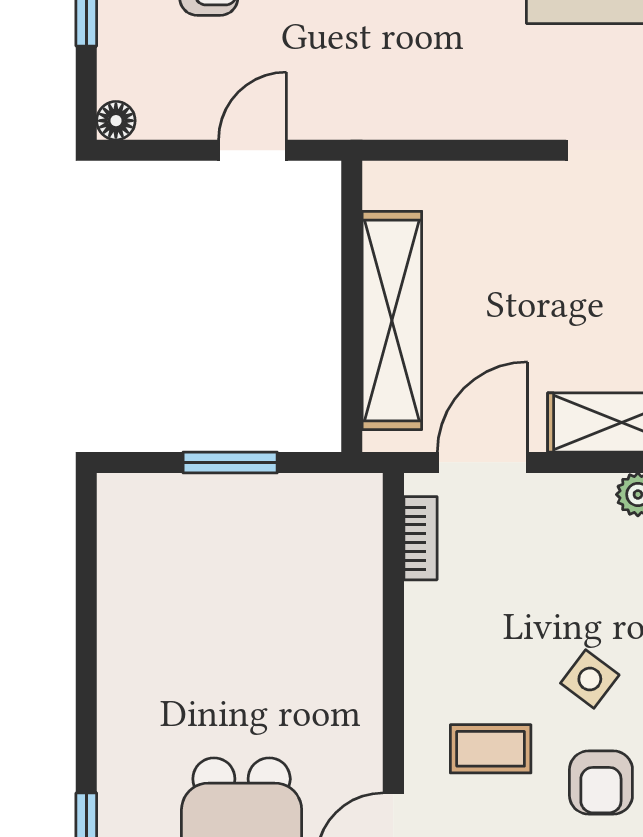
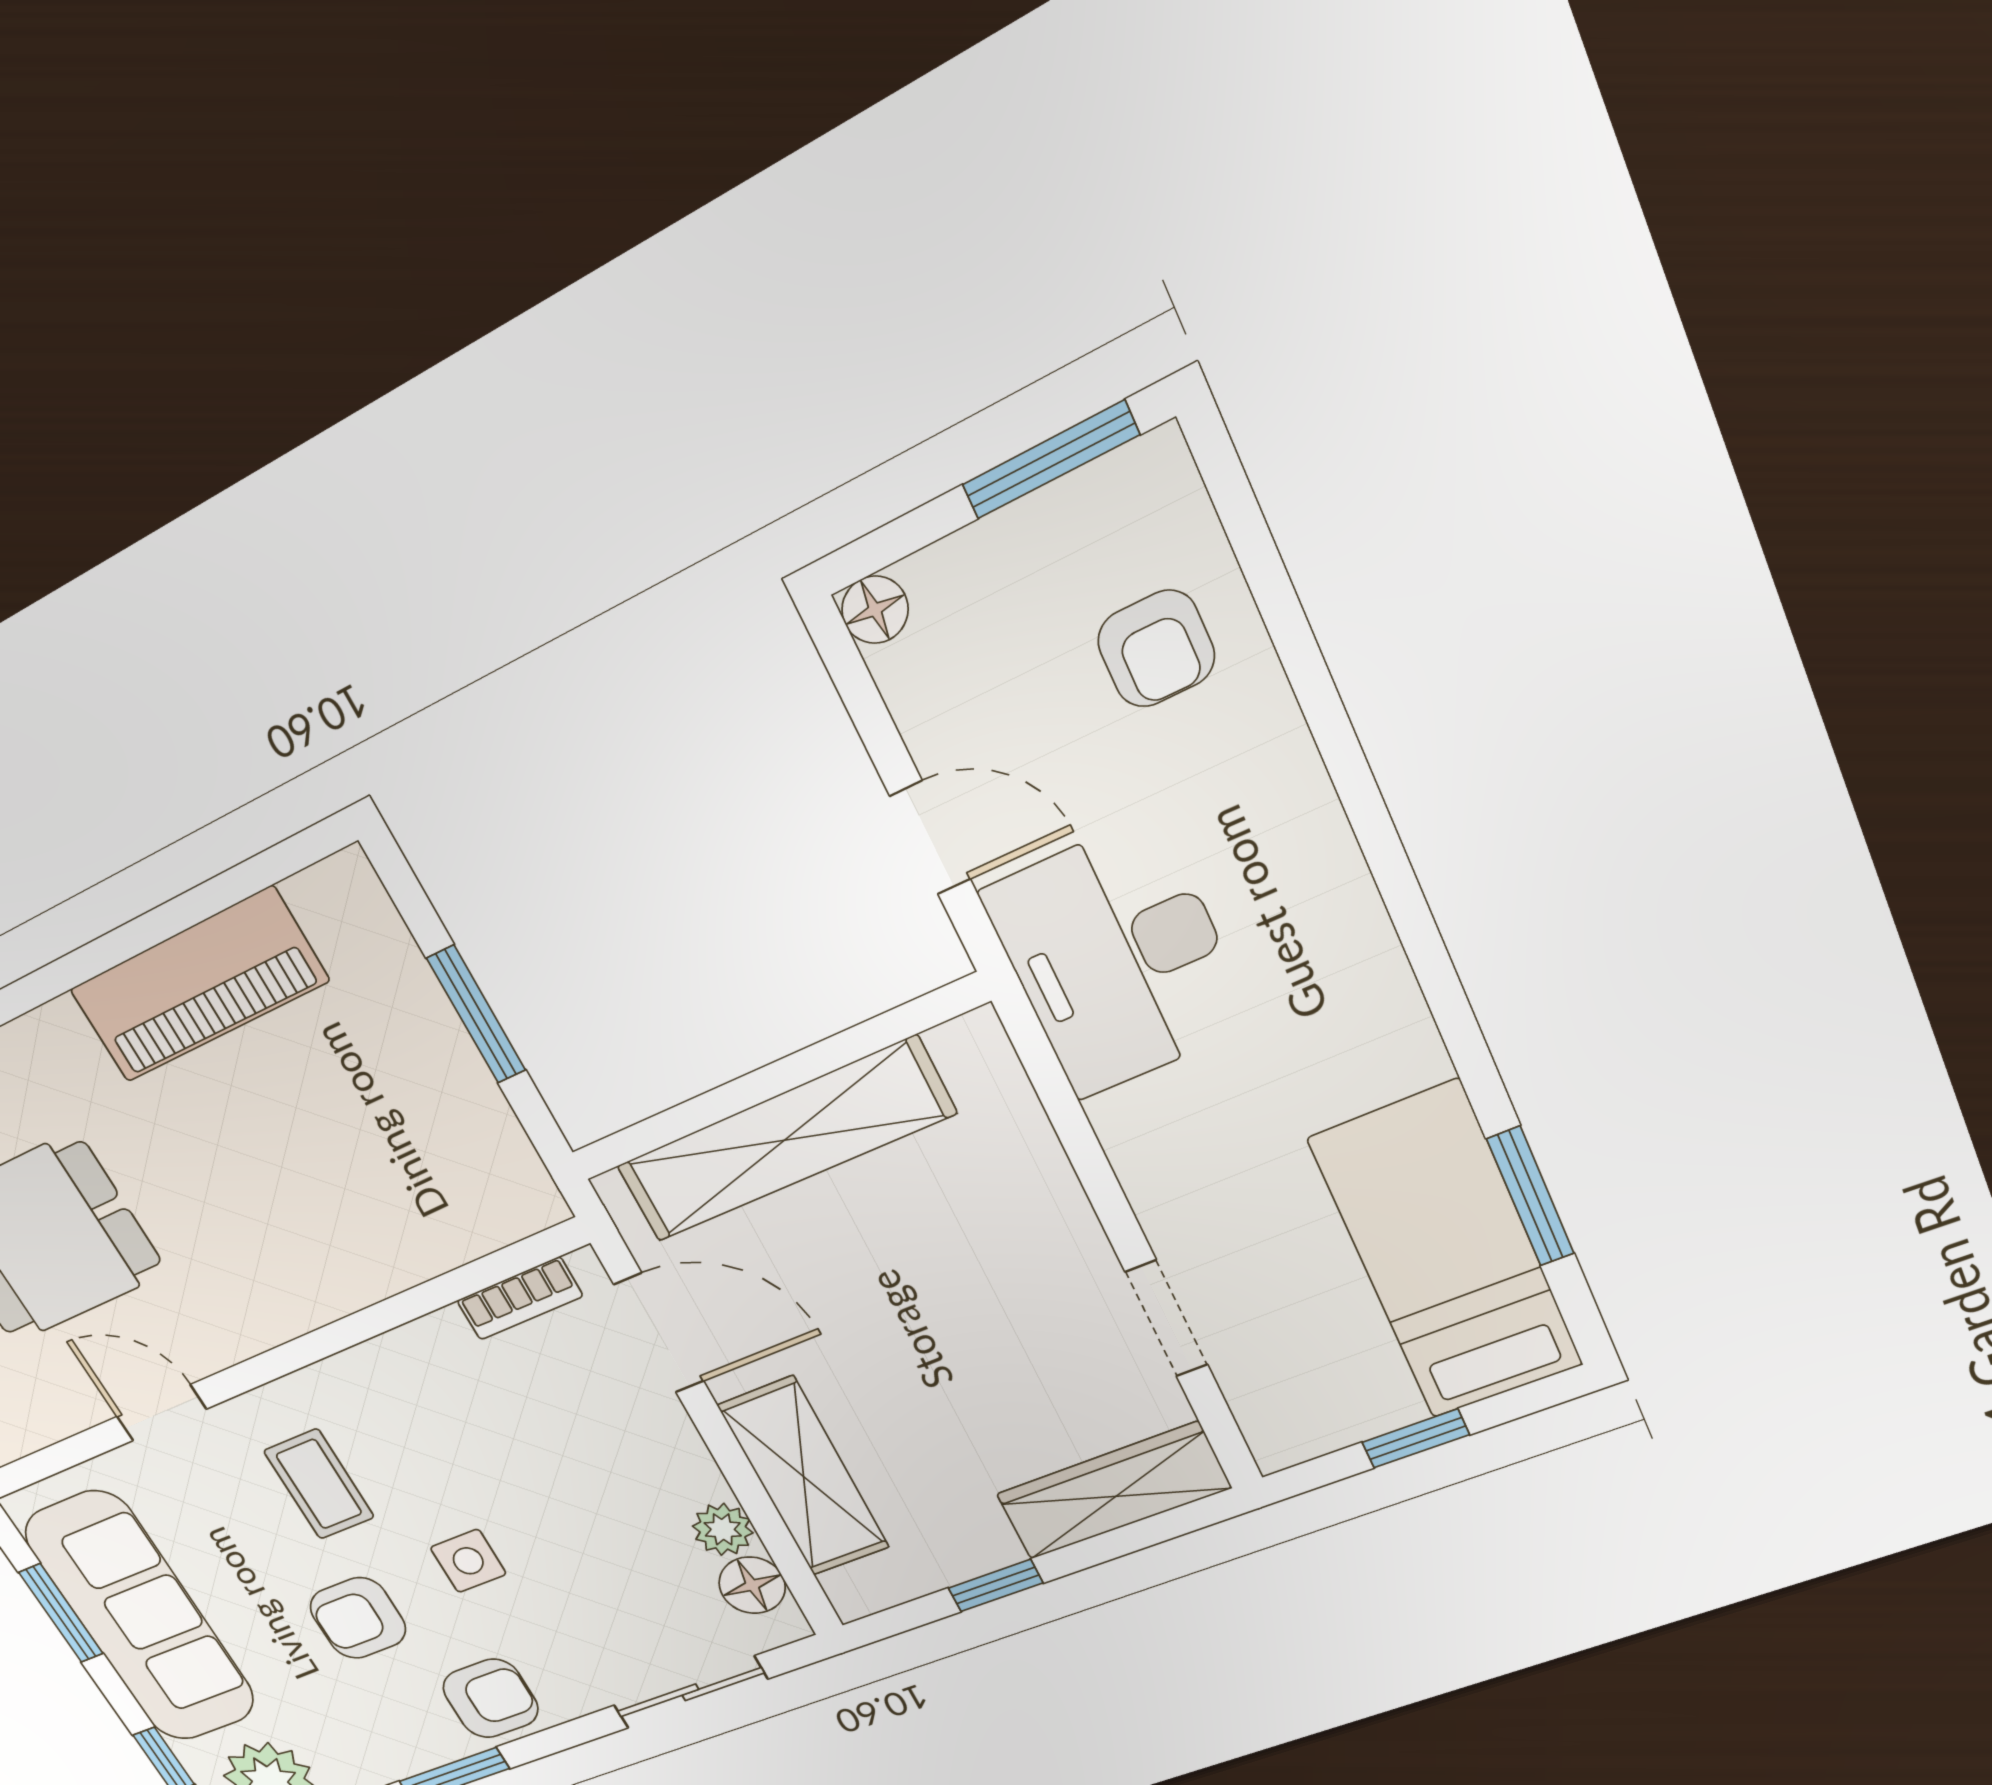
desk: (370, 81) -> (1117, 958), added
piano: (133, 622) -> (199, 985), added
side table: (590, 679) -> (468, 1561), turned -37

